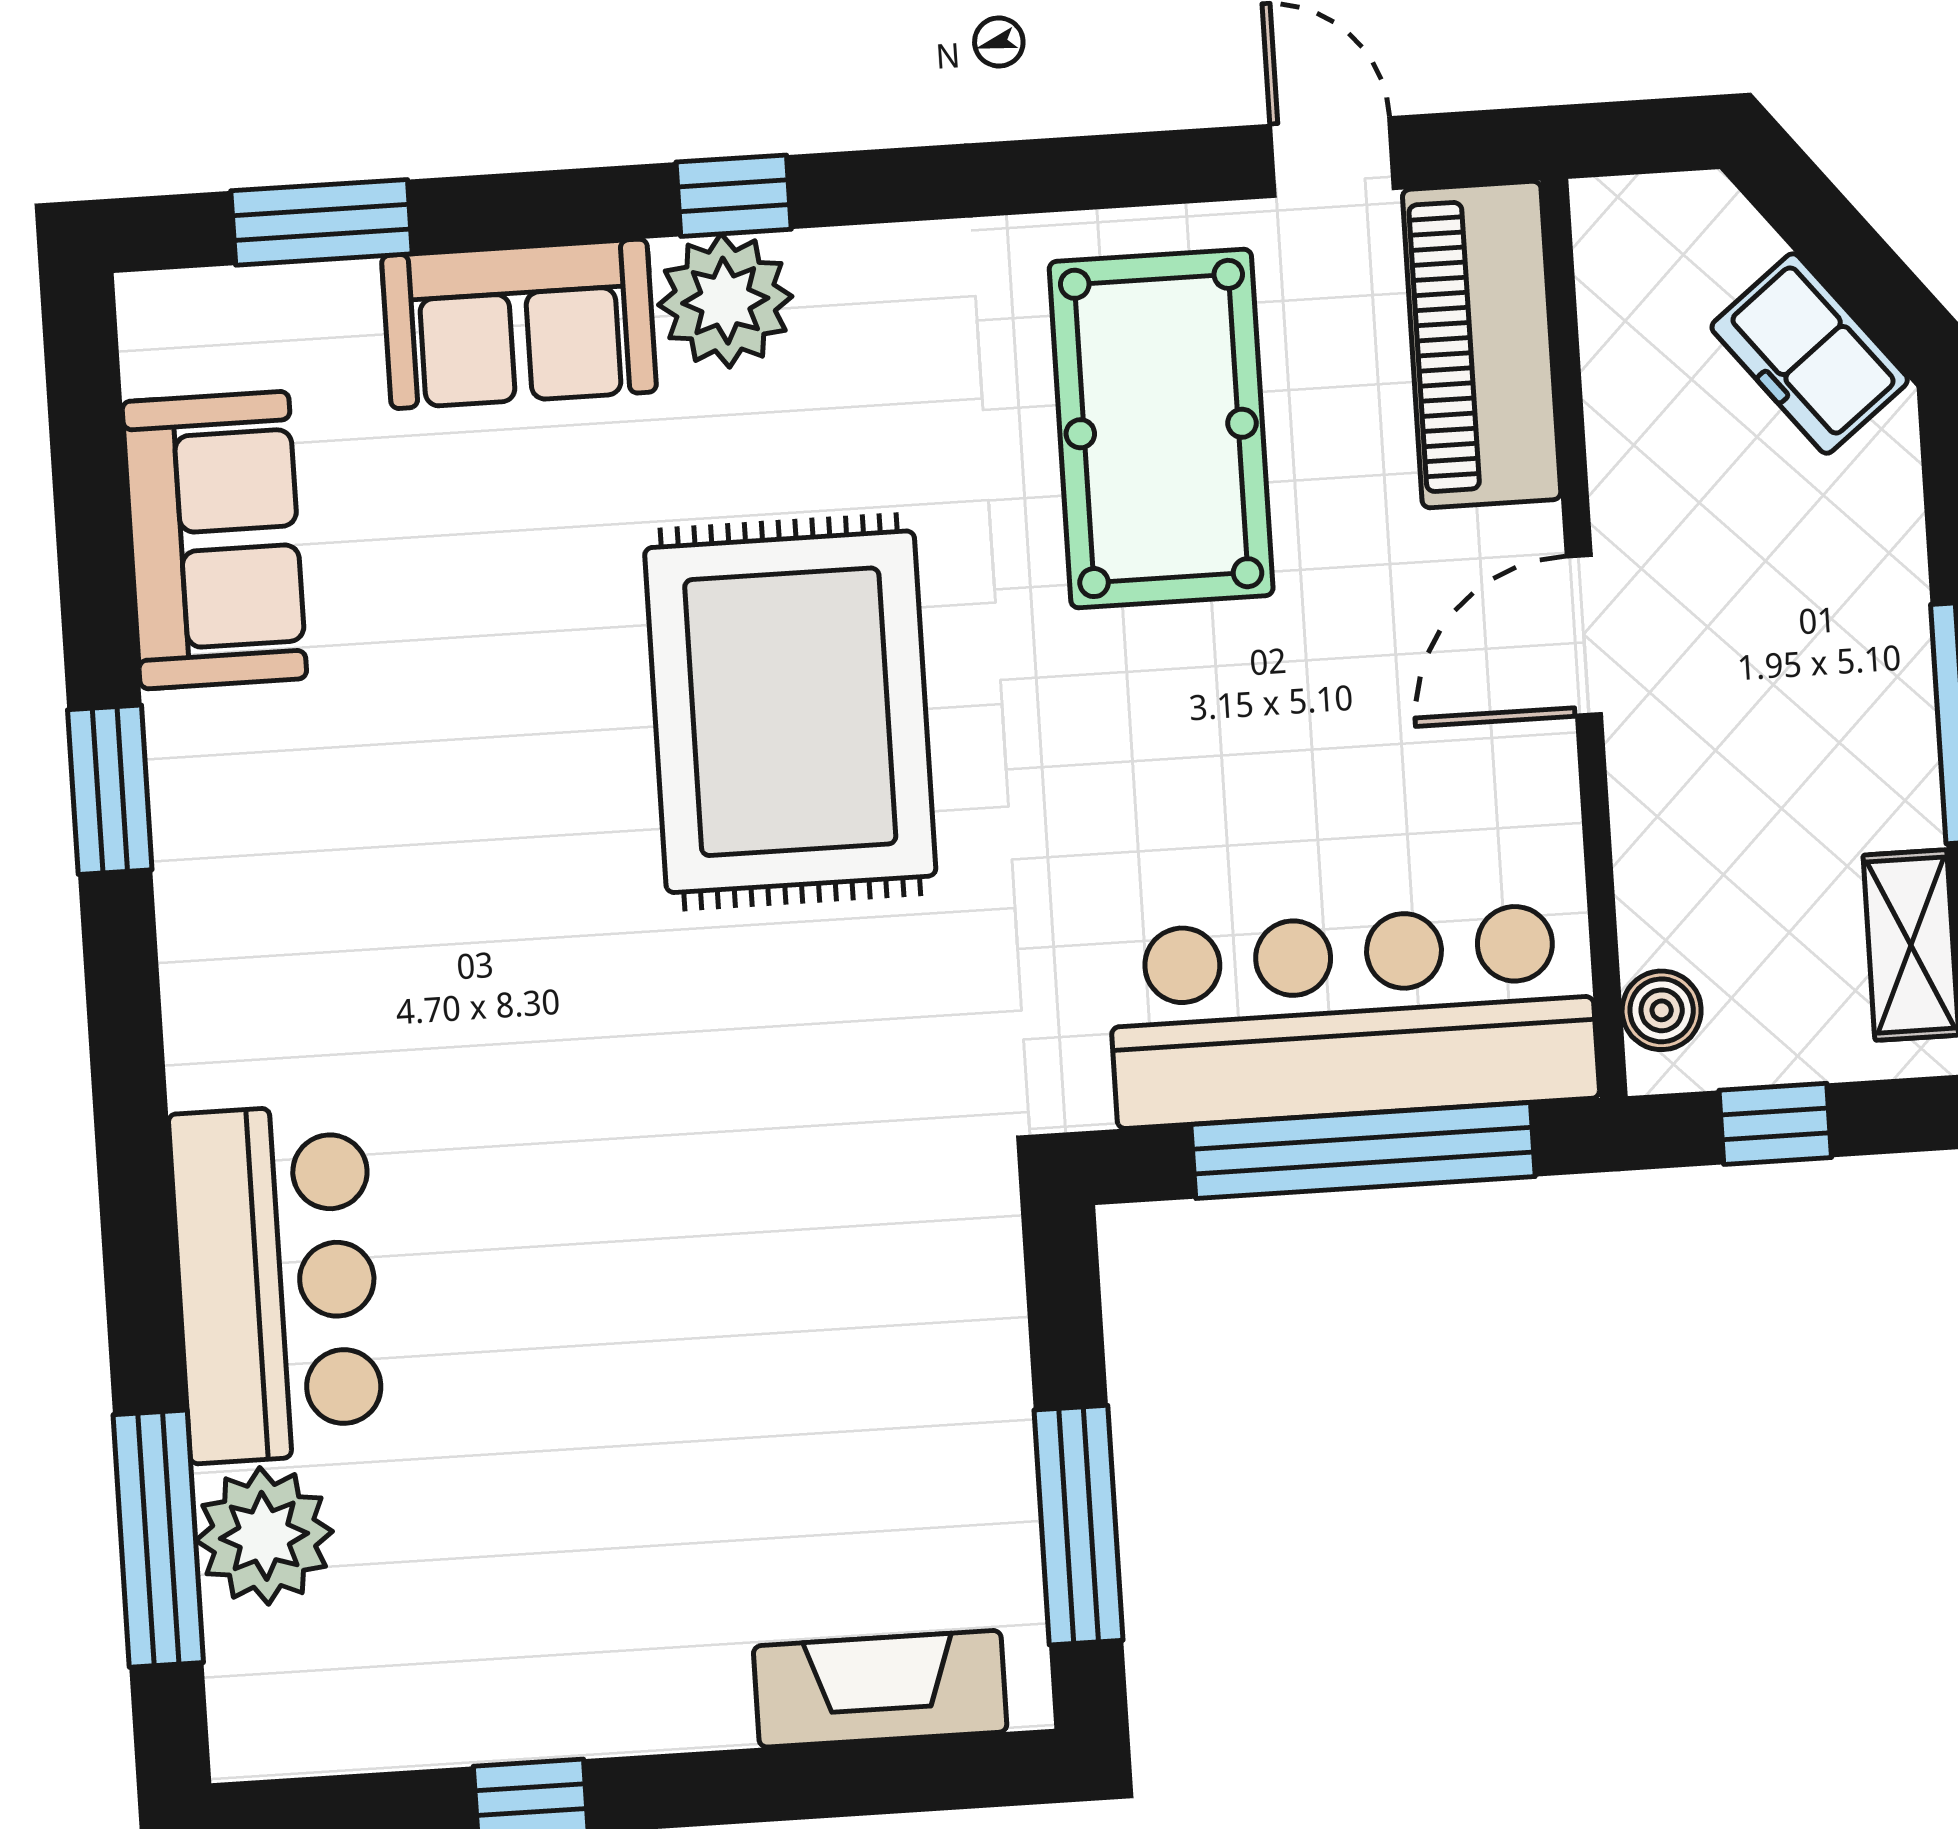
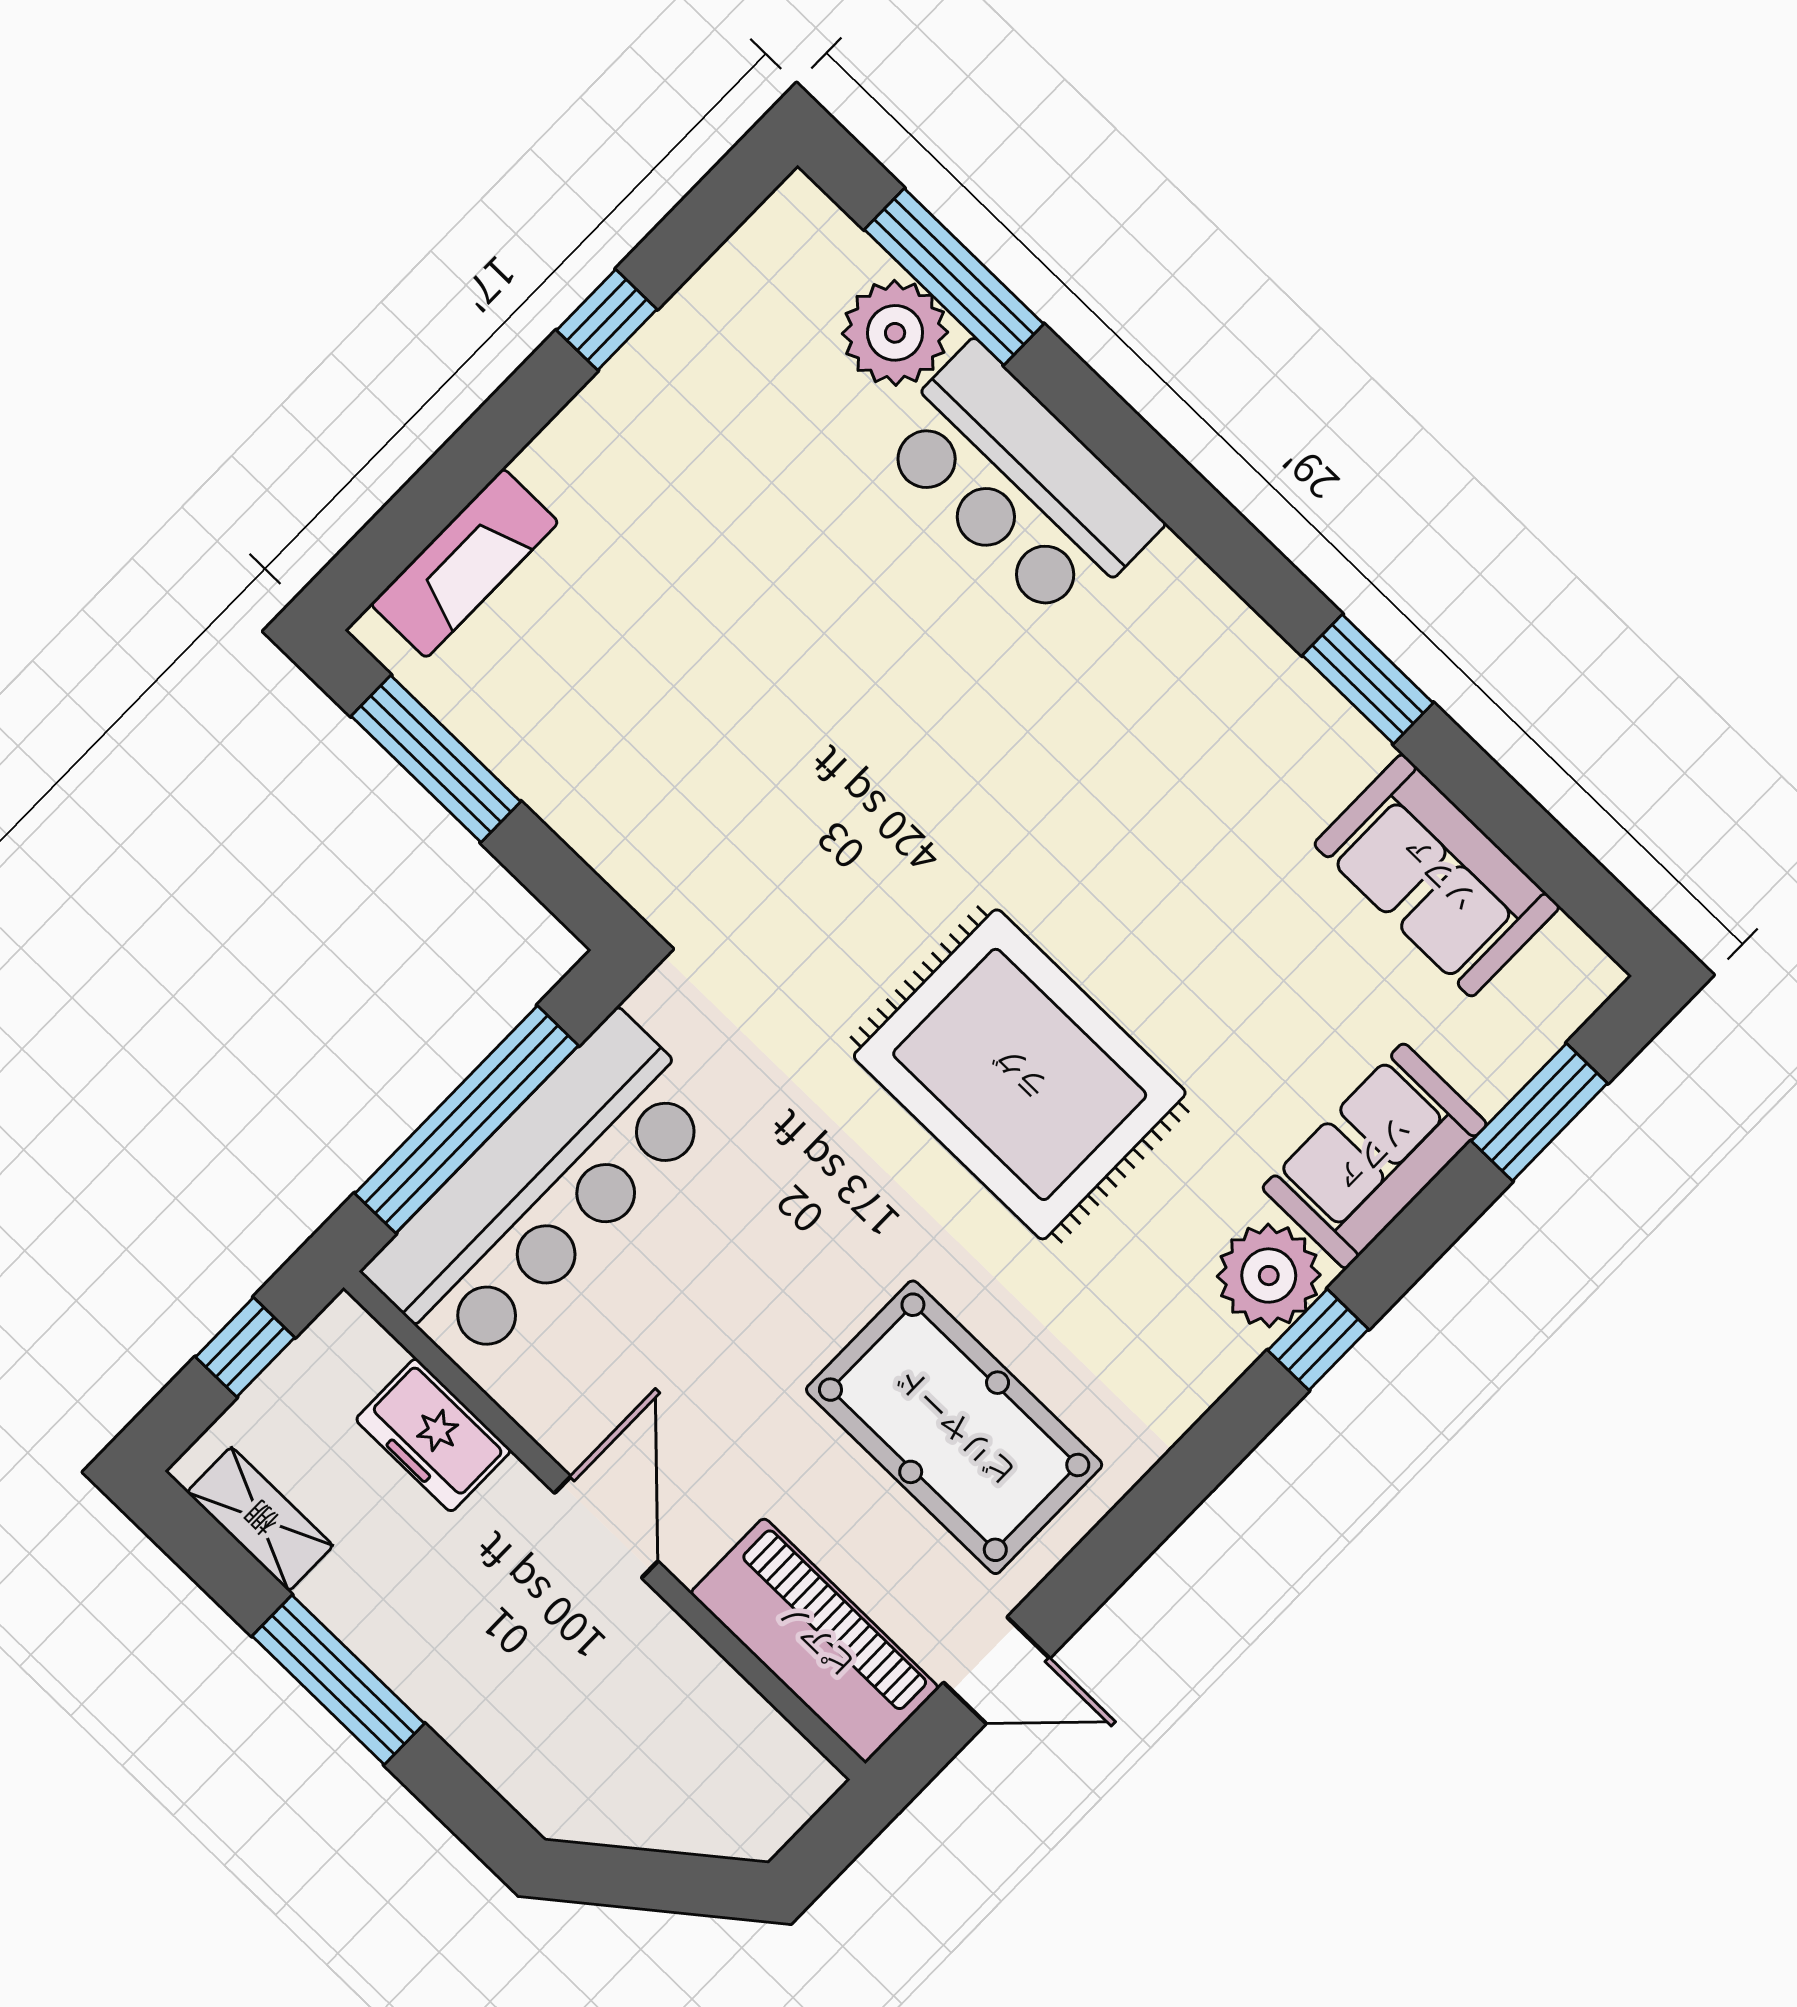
freezer: (1810, 354) -> (433, 1435), moved, turned -142
boiler: (1662, 1010) -> (369, 1353), removed

